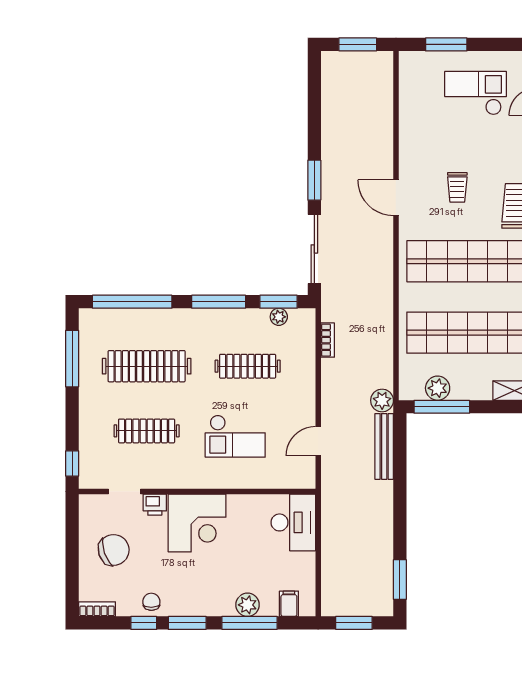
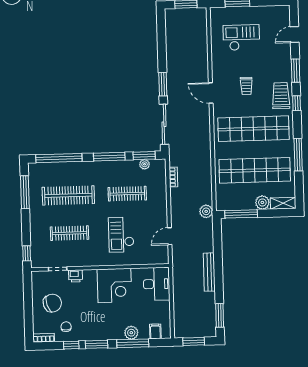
checkout: (476, 93) -> (241, 38), moved
plant: (438, 388) -> (262, 202), moved
checkout: (235, 436) -> (121, 235), turned 90
bench: (384, 446) -> (209, 272), moved
corner desk: (197, 523) -> (114, 286), moved
chair: (151, 602) -> (66, 327), moved

